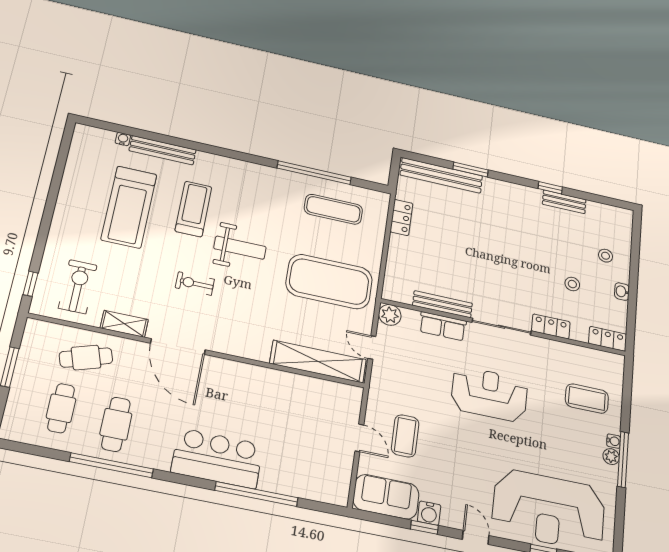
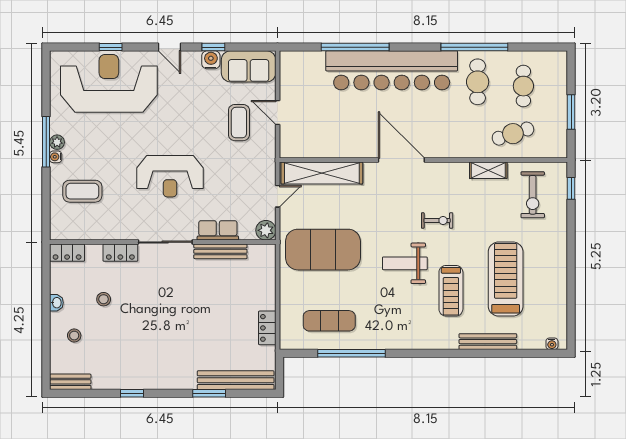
water cooler: (123, 139) -> (552, 344), moved
bench: (564, 202) -> (70, 382), moved
door: (178, 347) -> (401, 160), moved
door: (372, 348) -> (278, 196), hinge flipped
bar counter: (217, 458) -> (392, 70), width x1.86

